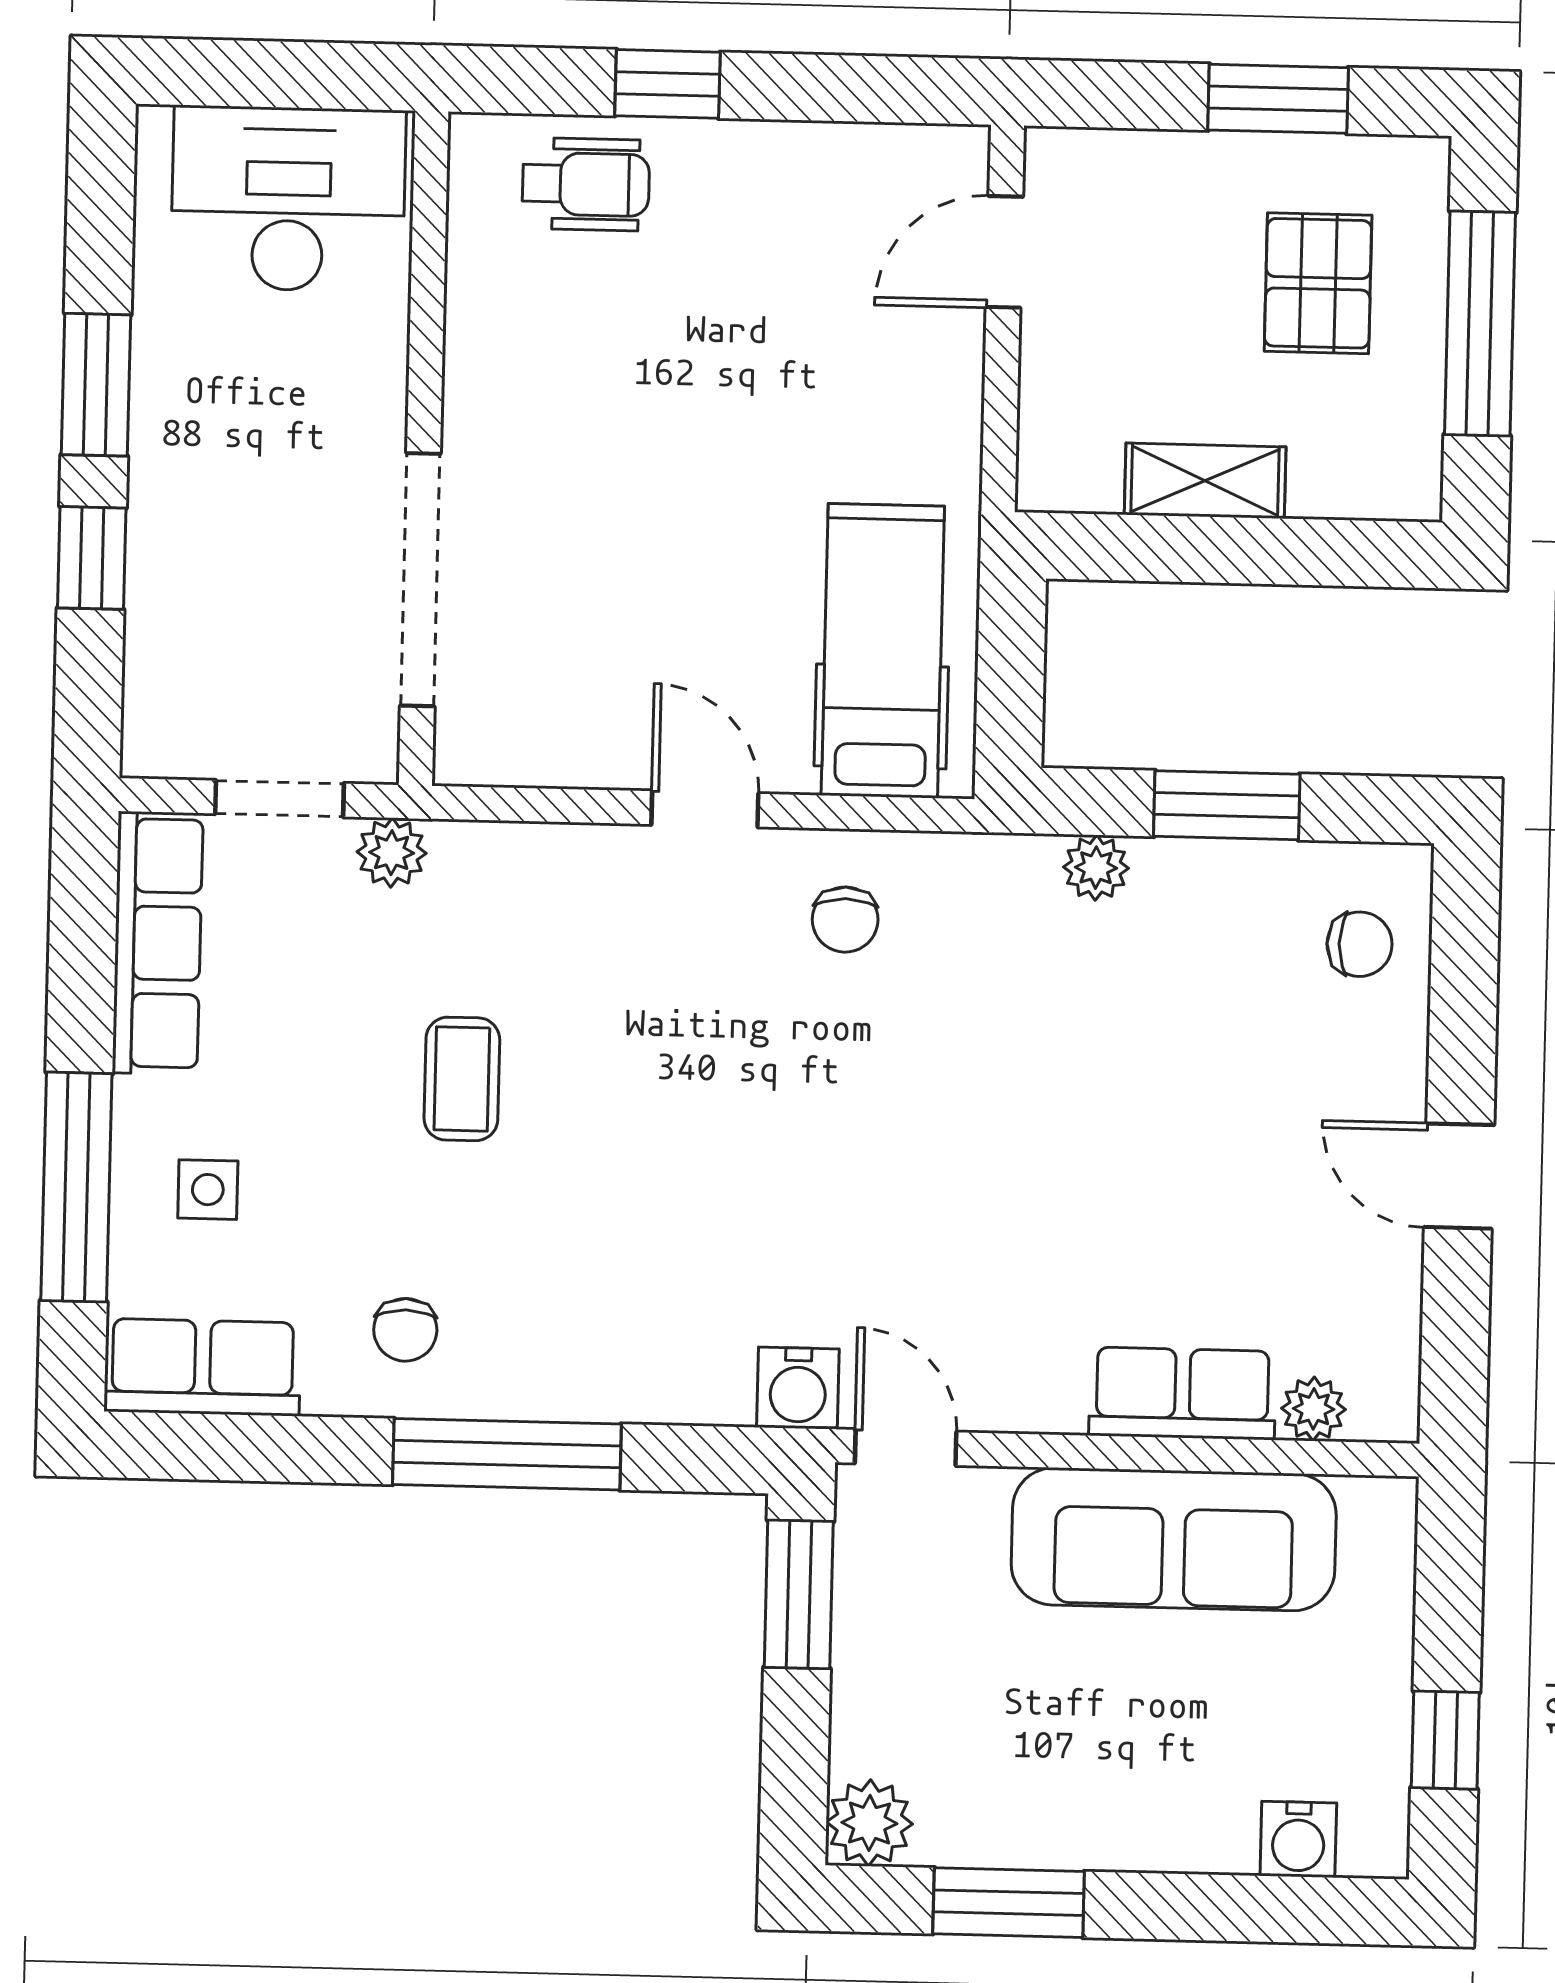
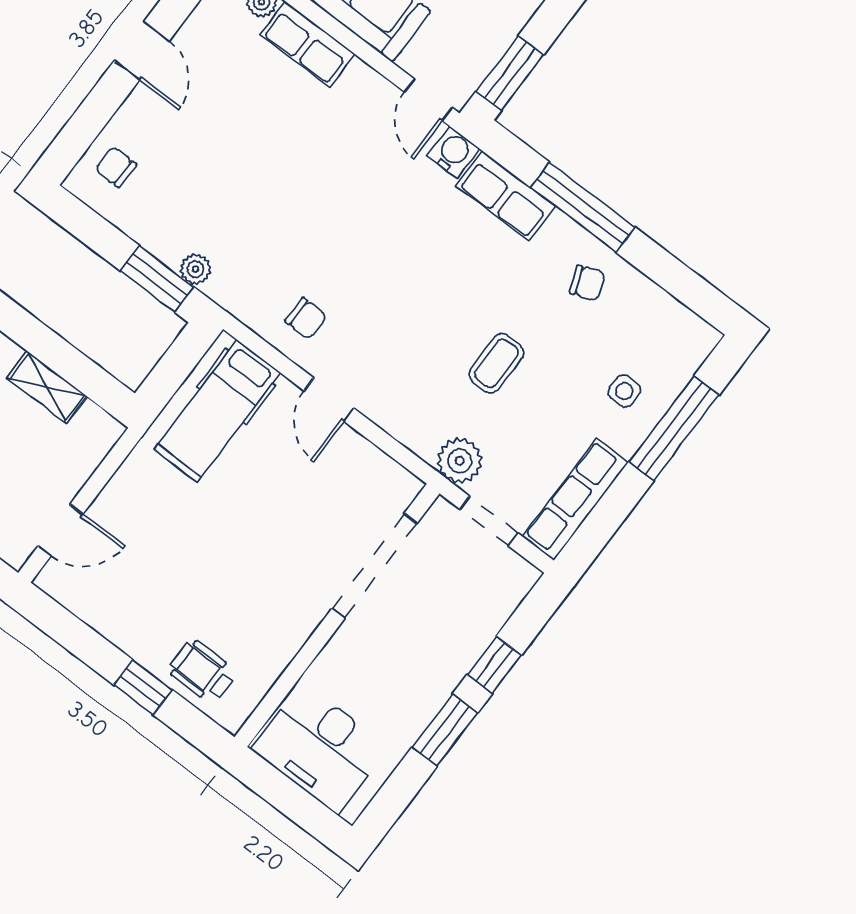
window: (1227, 805) -> (157, 279), moved
plant: (392, 853) -> (460, 461), width x1.38, depth x1.38
chair: (845, 920) -> (306, 319), turned 91
chair: (405, 1330) -> (587, 283), turned 69
row of seats: (203, 1367) -> (506, 196), moved

